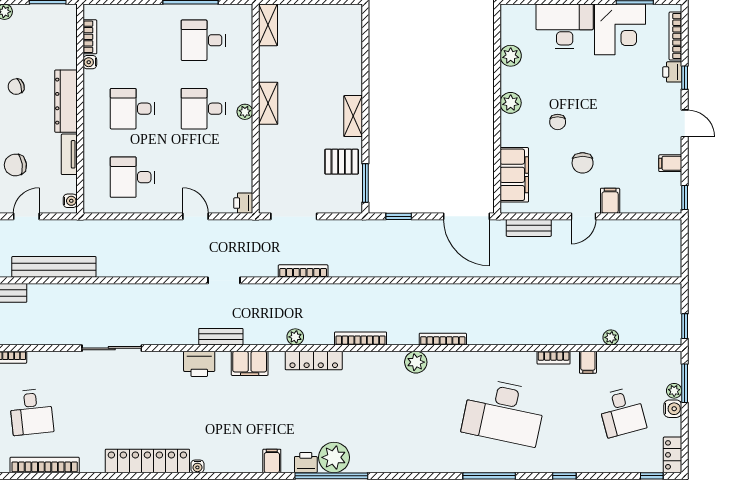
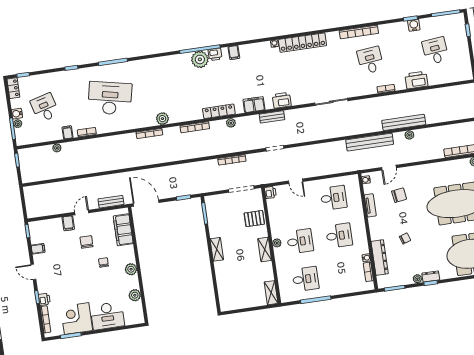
dresser: (66, 101) -> (380, 258), moved
pallet: (342, 162) -> (254, 219), moved

